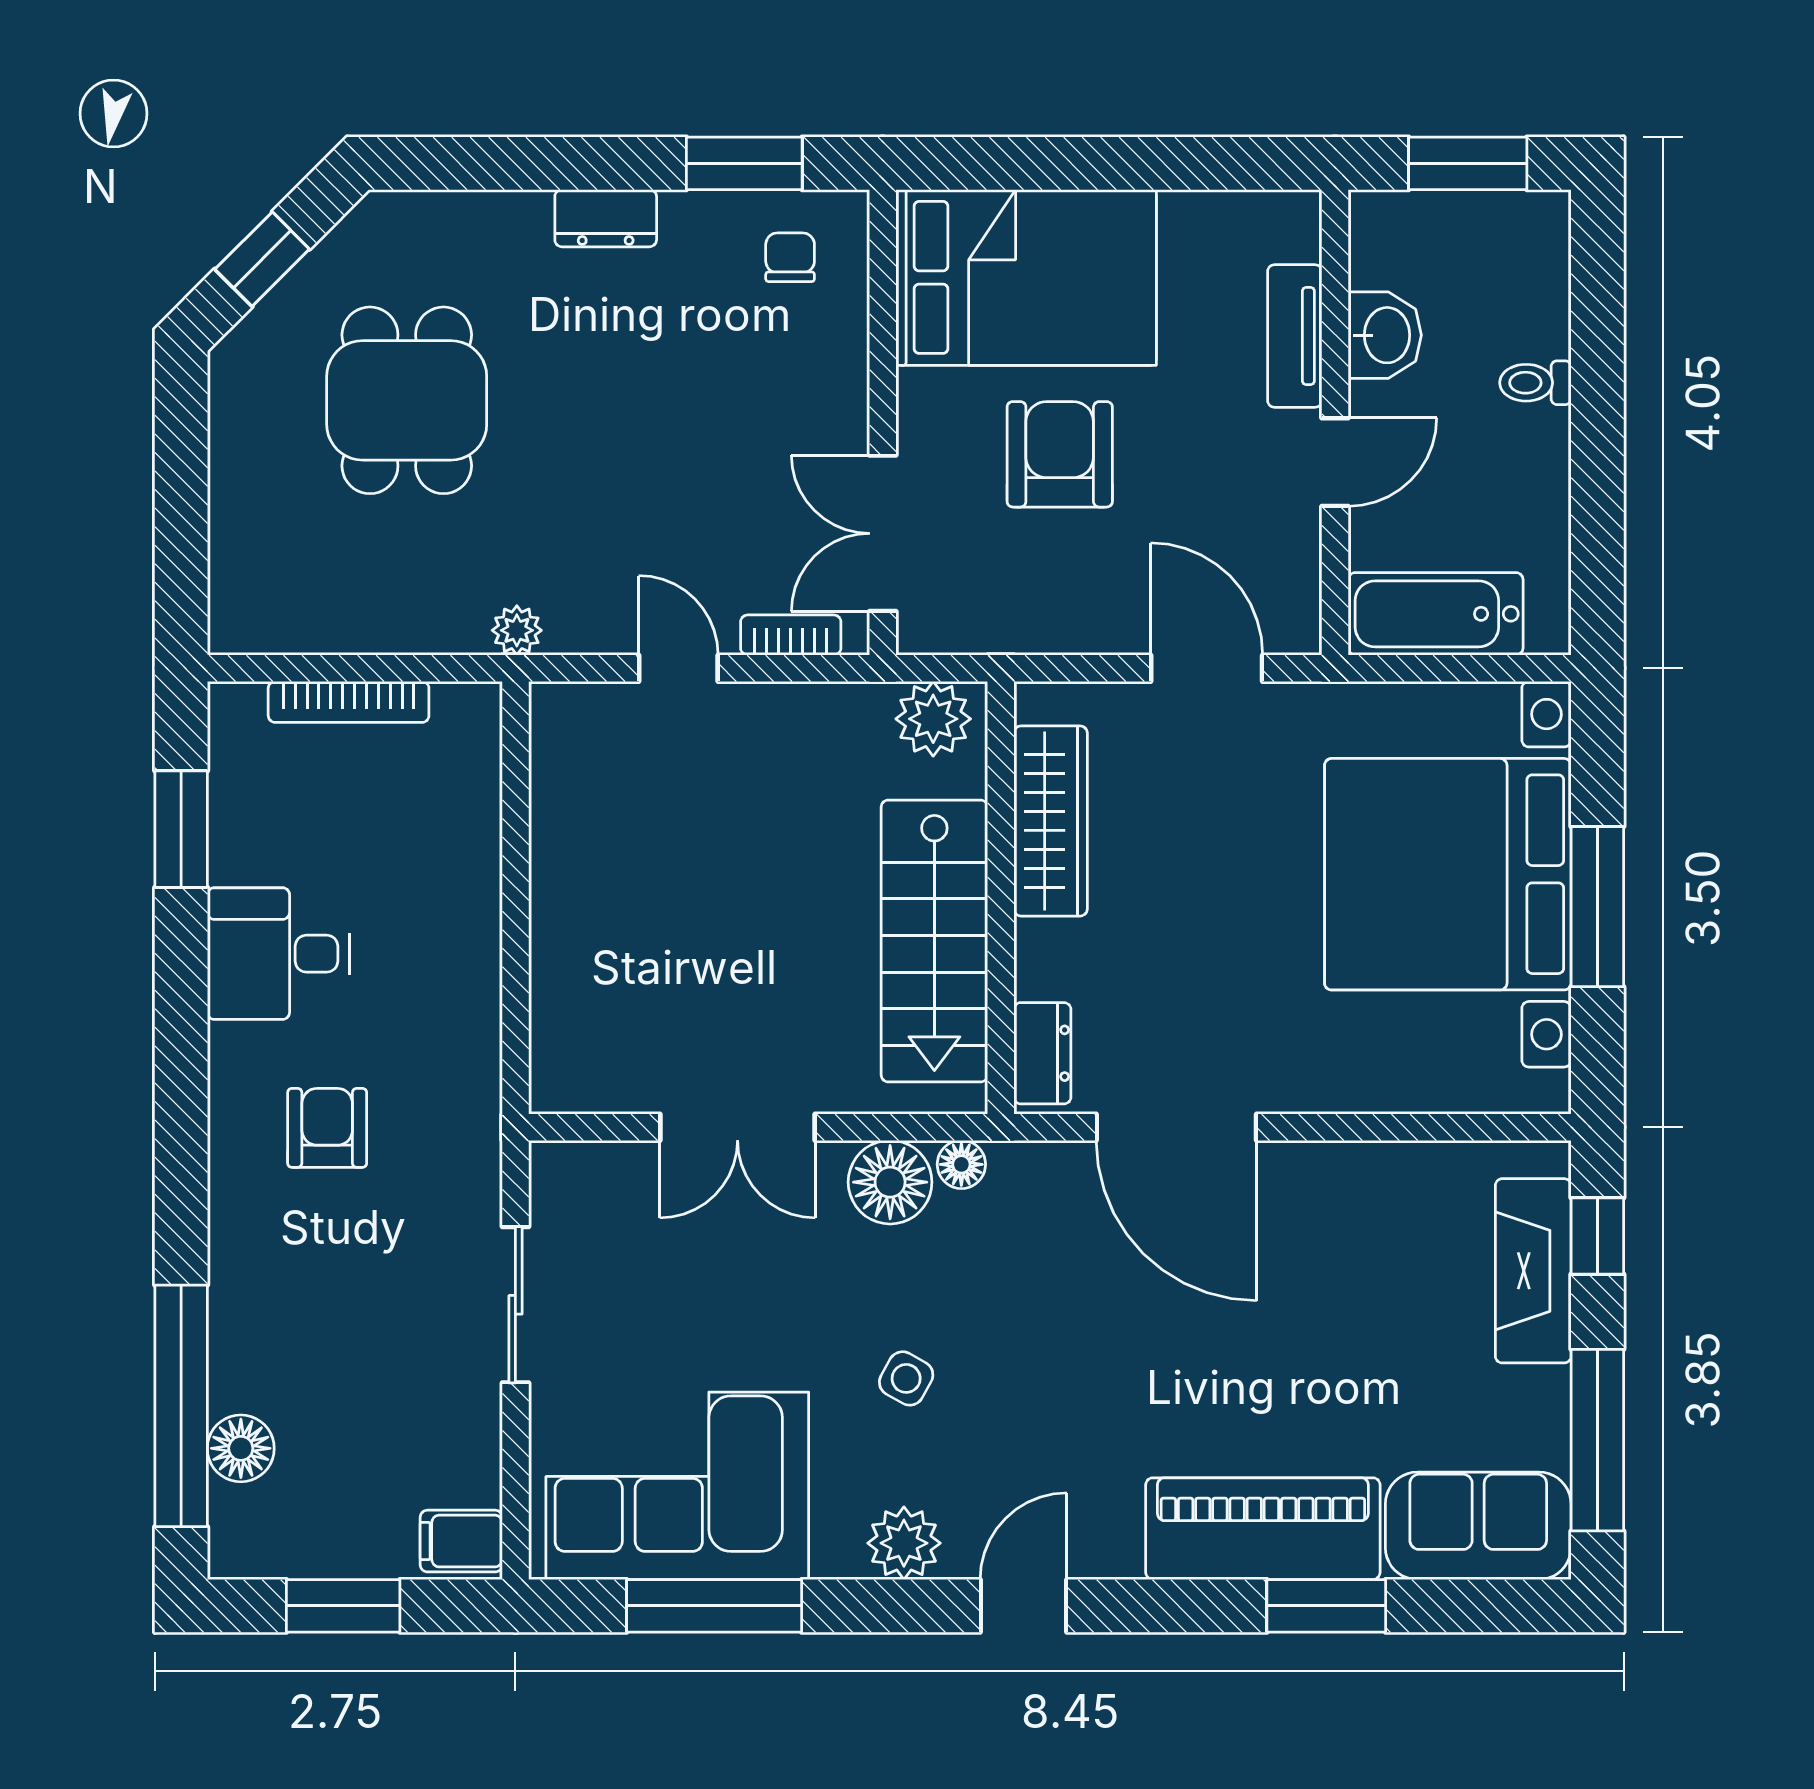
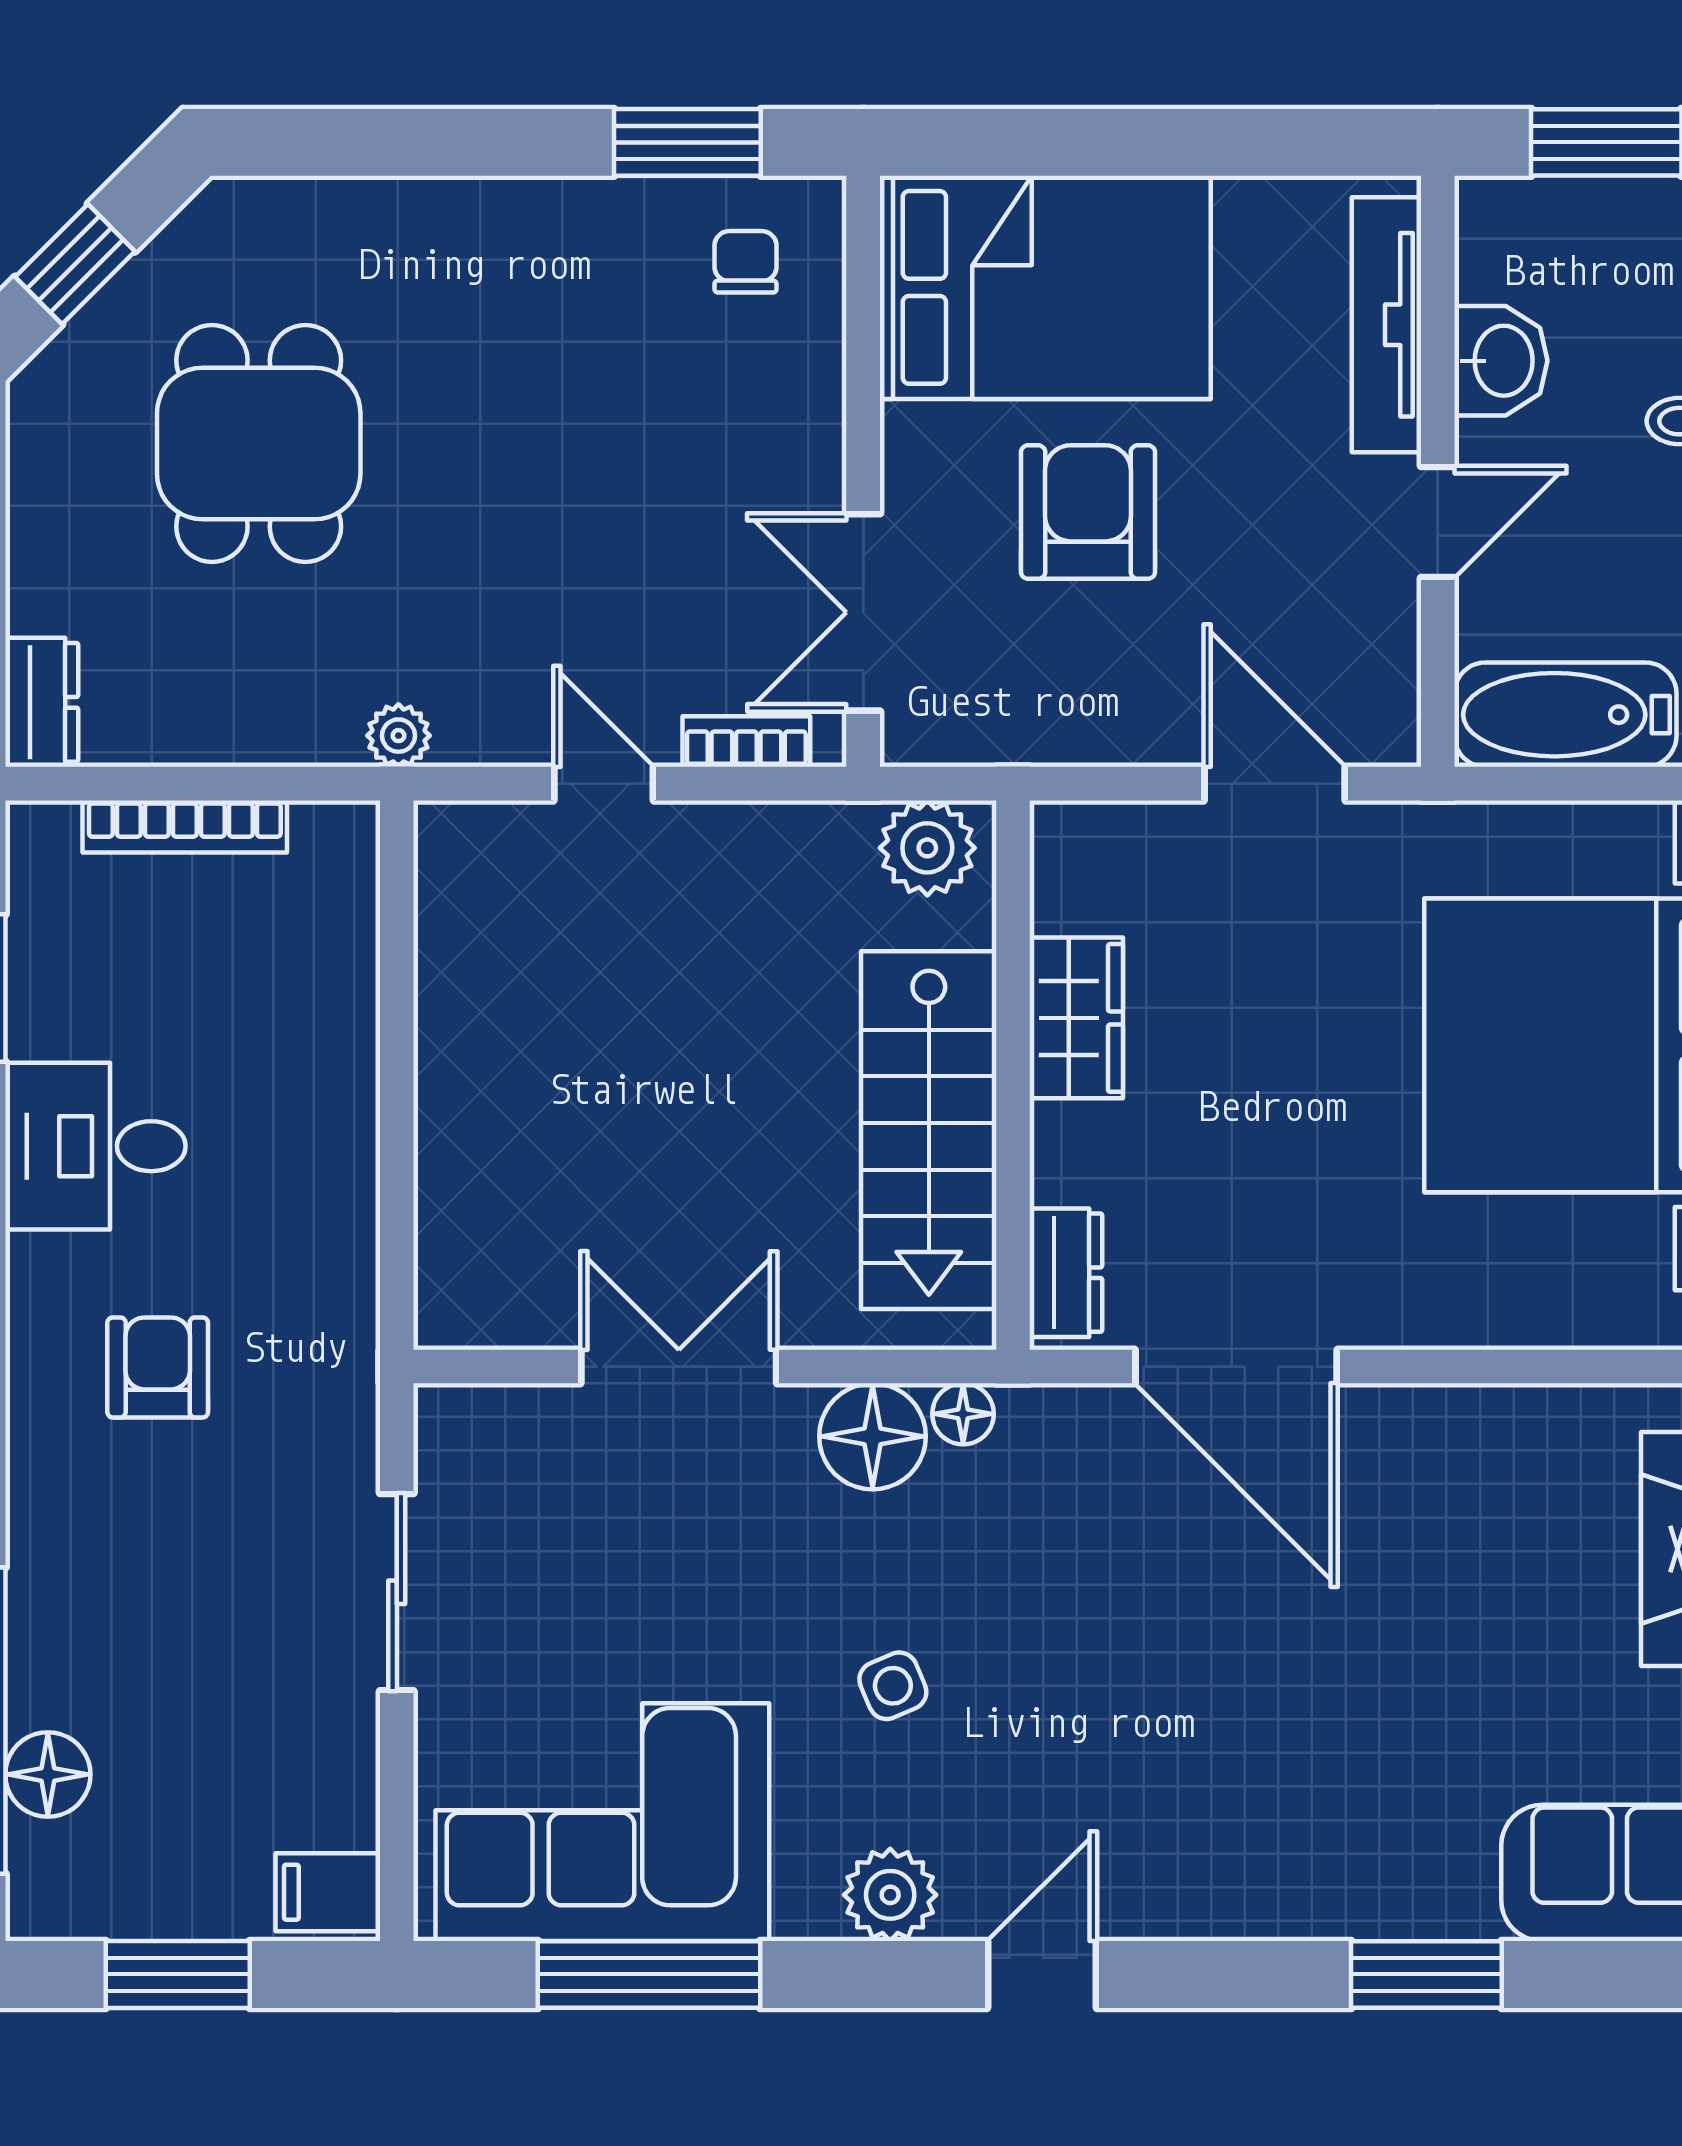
dresser: (606, 218) -> (42, 702), moved, turned -90
tv unit: (1295, 336) -> (1386, 325), width x1.41
wardrobe: (1051, 821) -> (1076, 1018), width x0.67
double door: (738, 1127) -> (679, 1367), swing flipped
side table: (906, 1378) -> (893, 1686), turned 38
piano: (1263, 1529) -> (1346, 1877), removed

